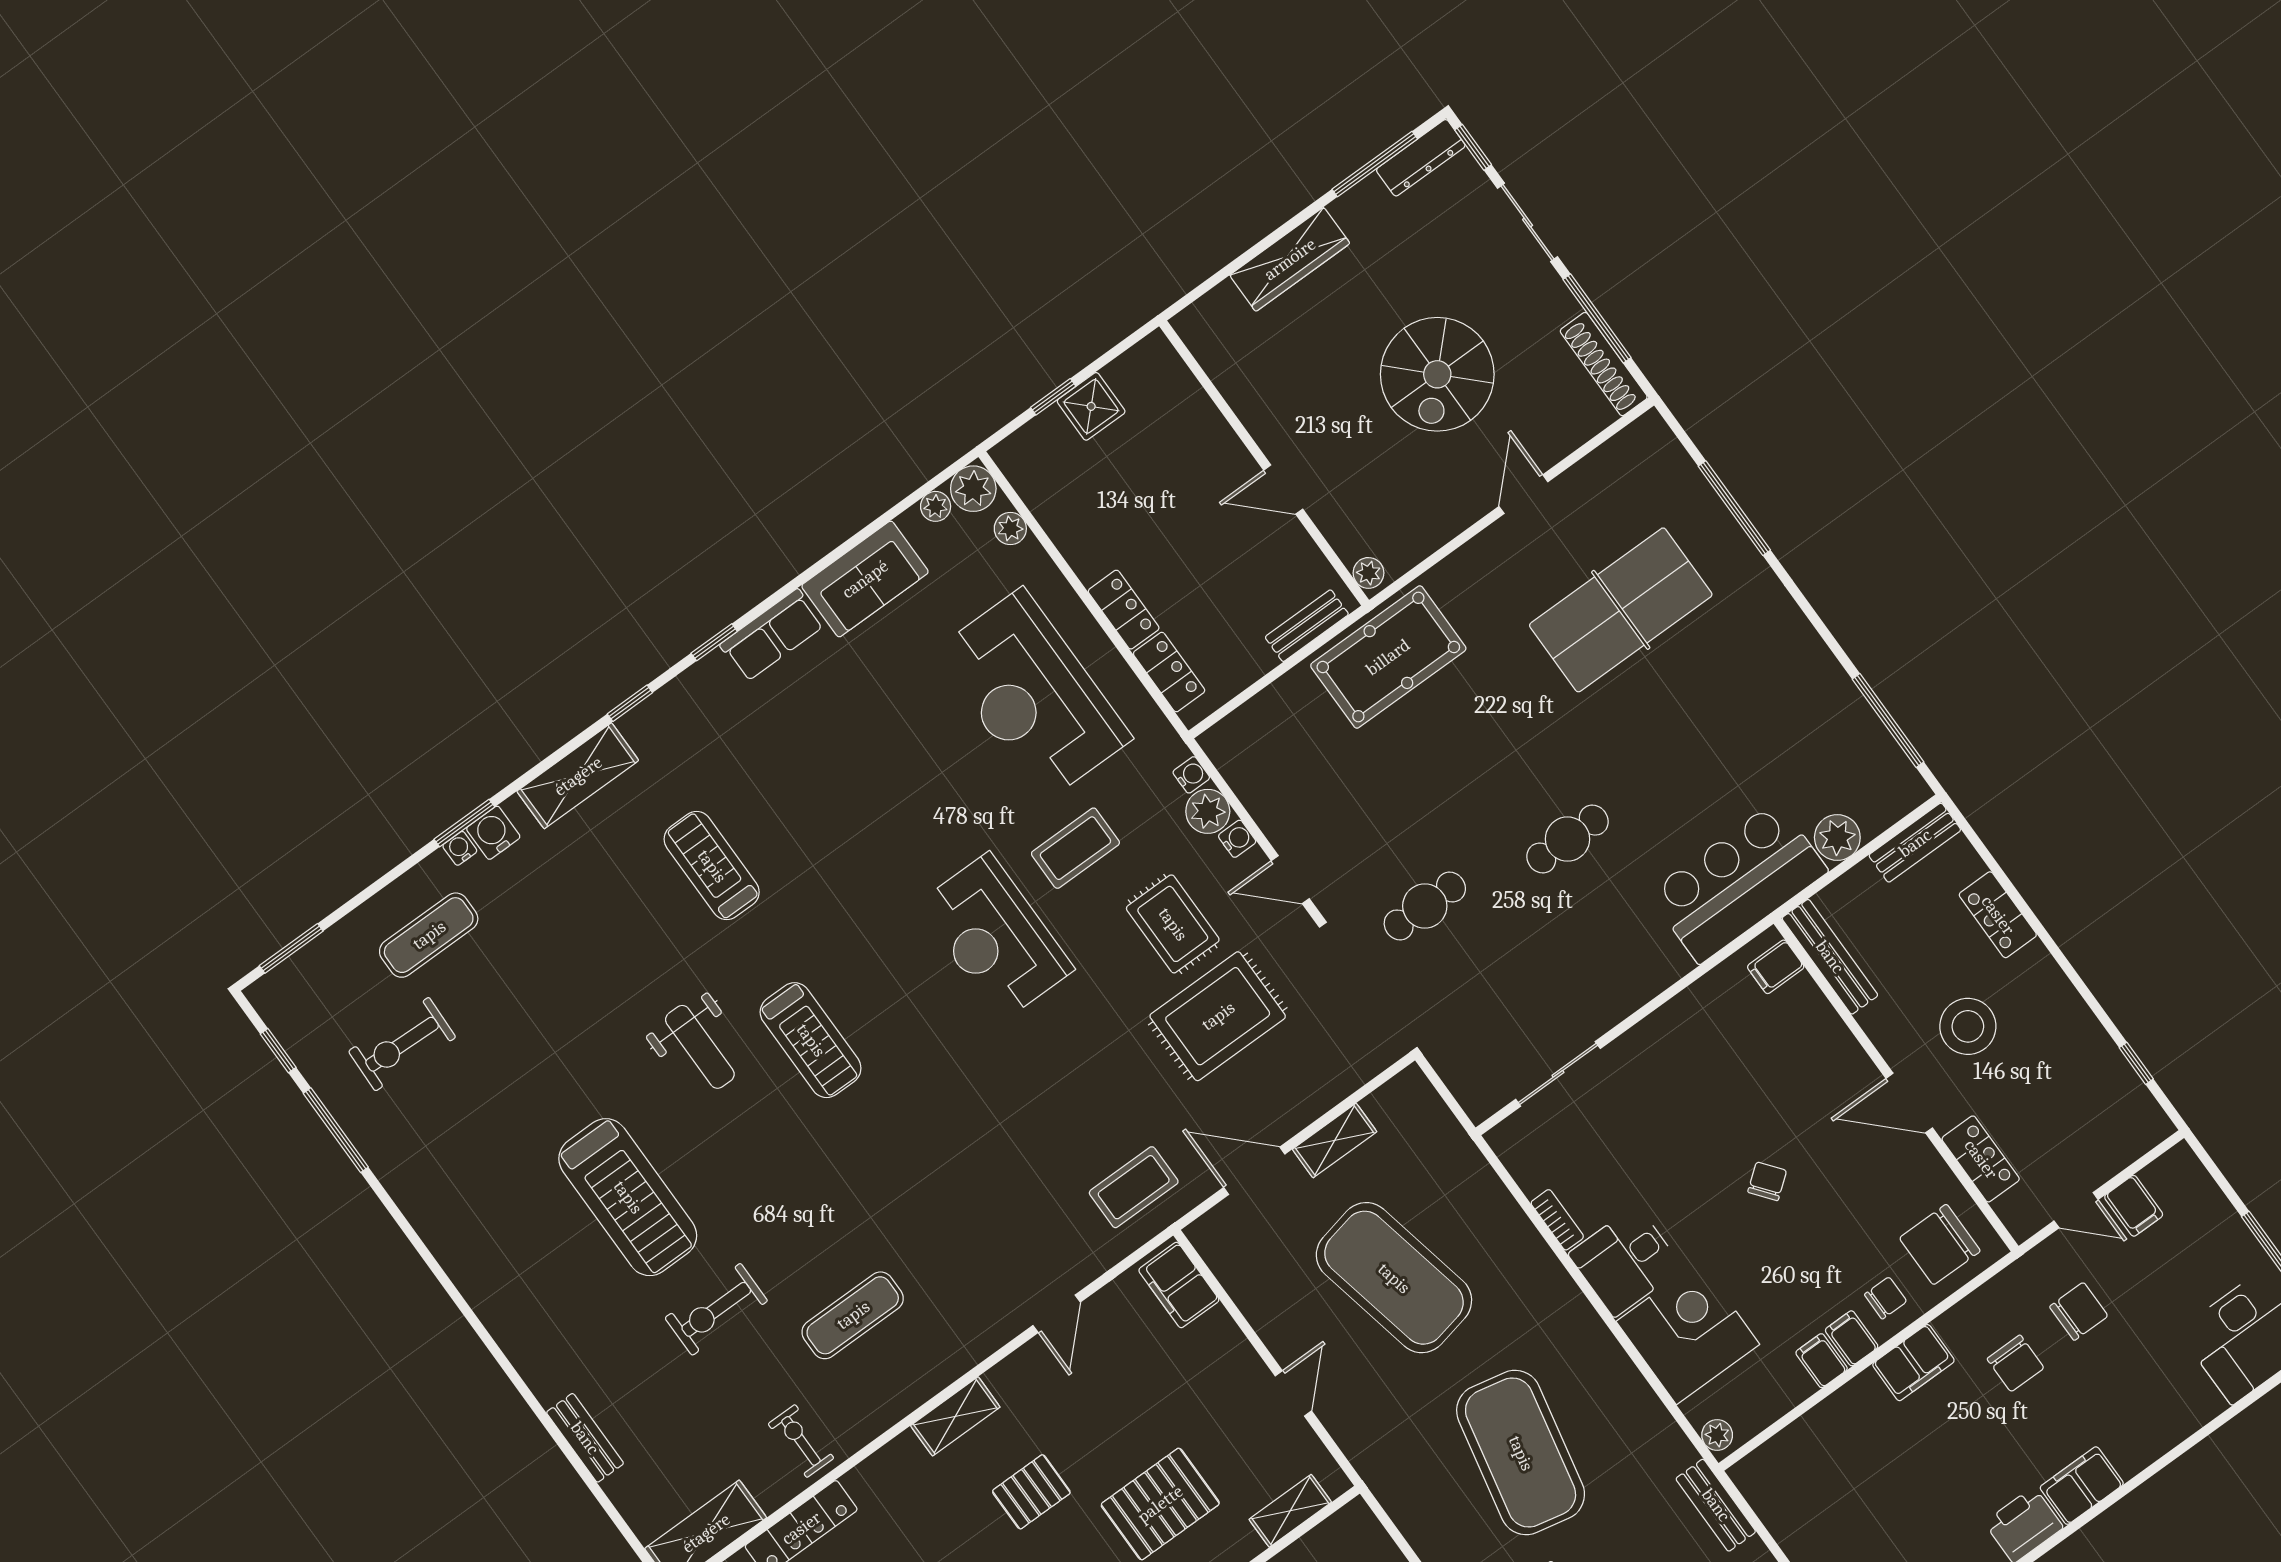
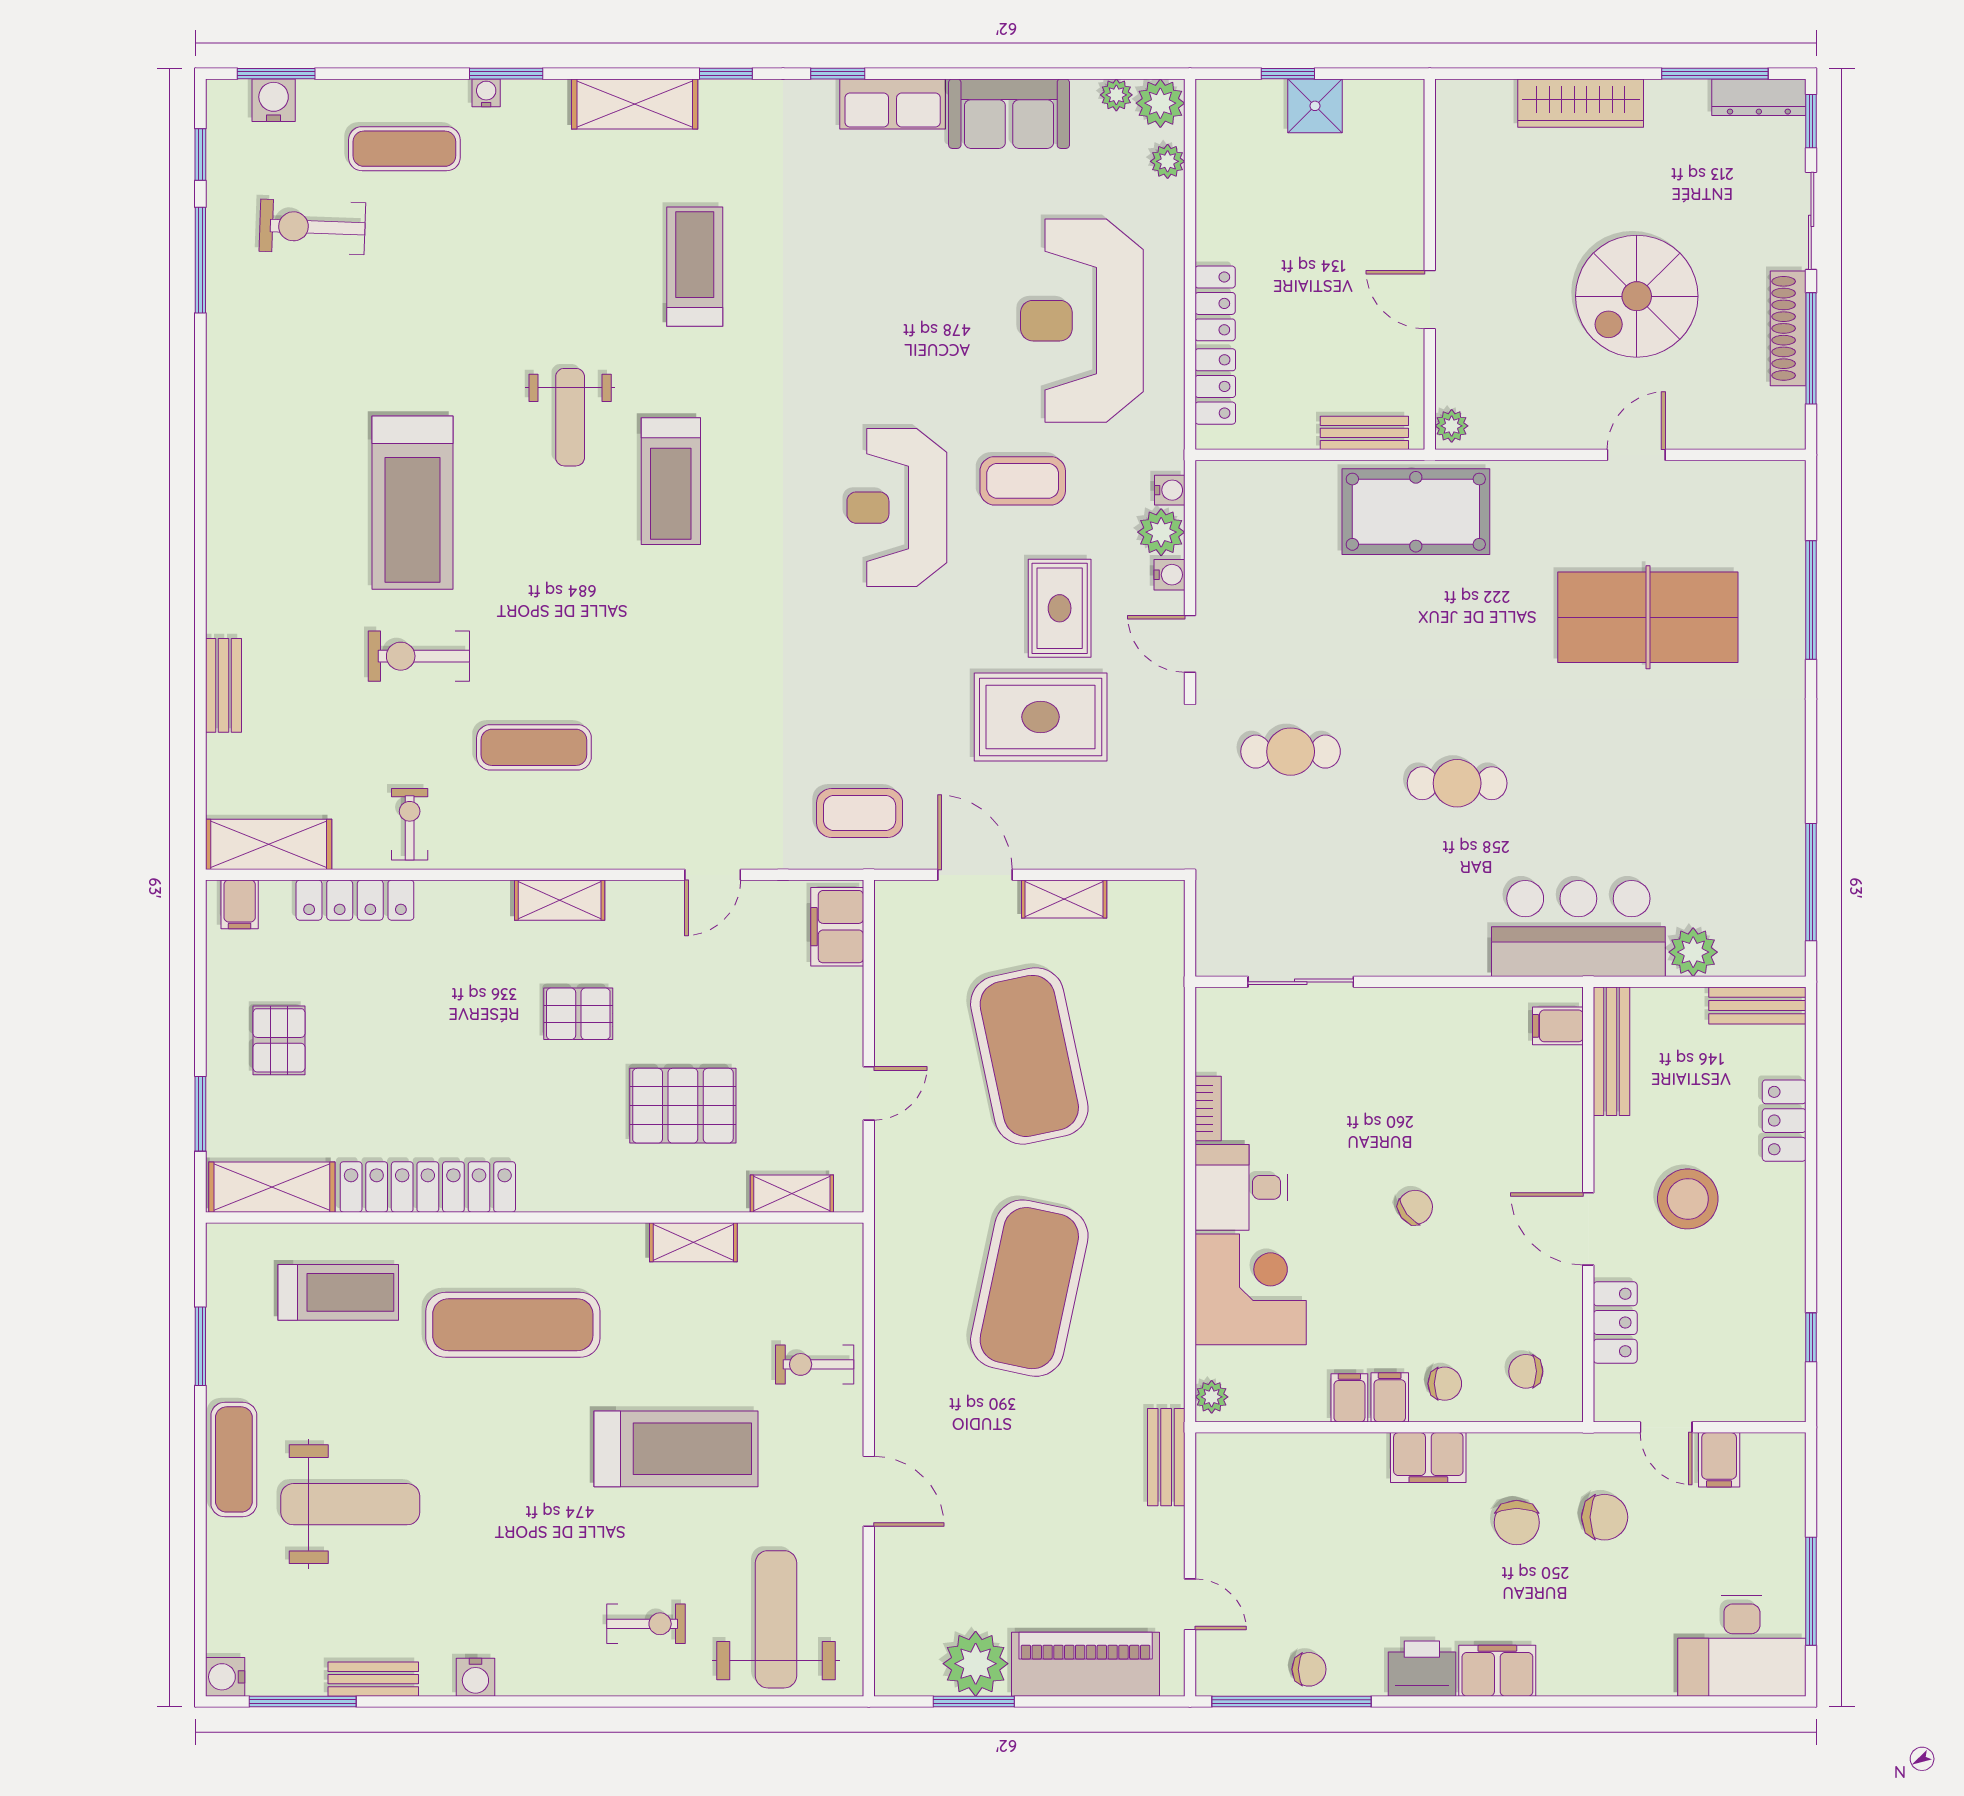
shoe rack: (1604, 364) -> (1788, 328), moved
water cooler: (493, 833) -> (274, 100), moved
chair: (1940, 1245) -> (1526, 1371), width x0.54, depth x0.54

